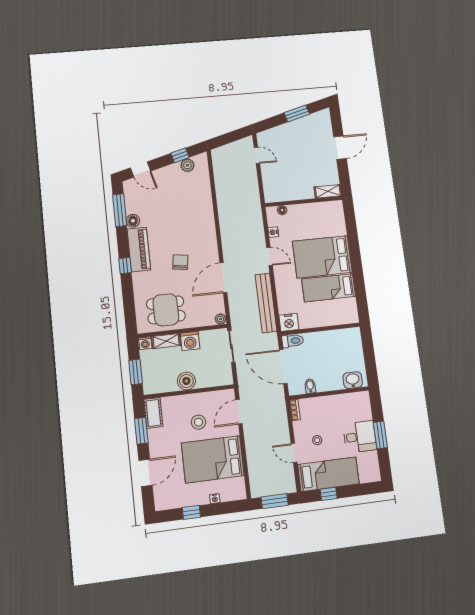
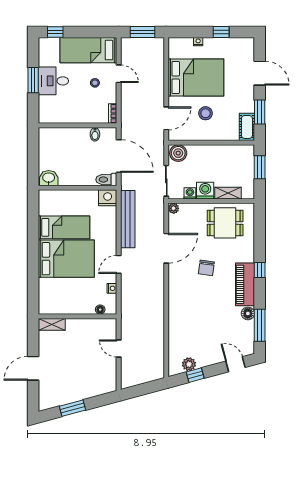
door: (257, 155) -> (119, 349), moved
door: (269, 256) -> (119, 264), hinge flipped
washing machine: (145, 343) -> (190, 193), moved
washbasin: (353, 380) -> (49, 178), moved, turned 180
boiler: (186, 381) -> (178, 153), moved
door: (146, 473) -> (260, 73), swing flipped
window: (329, 494) -> (55, 32), moved

